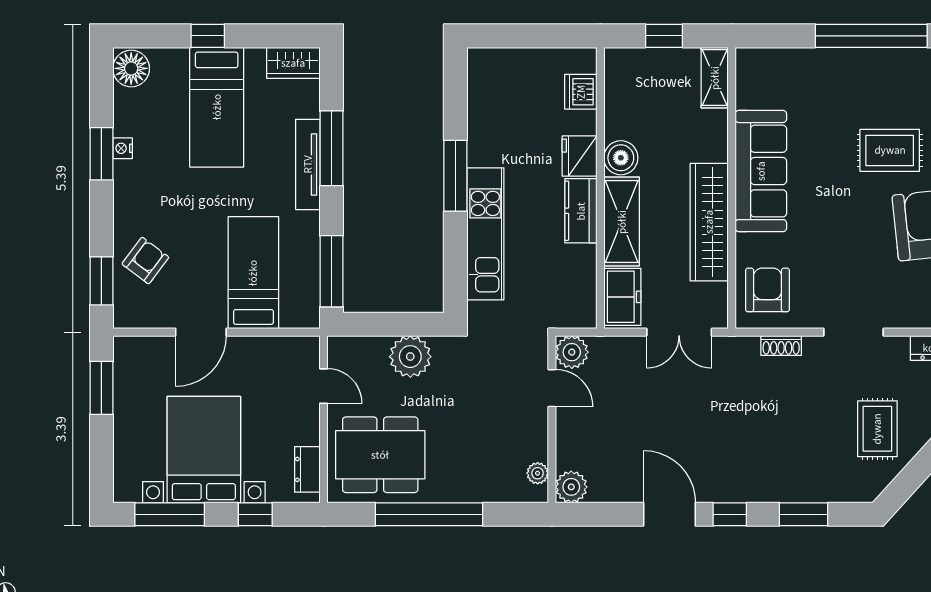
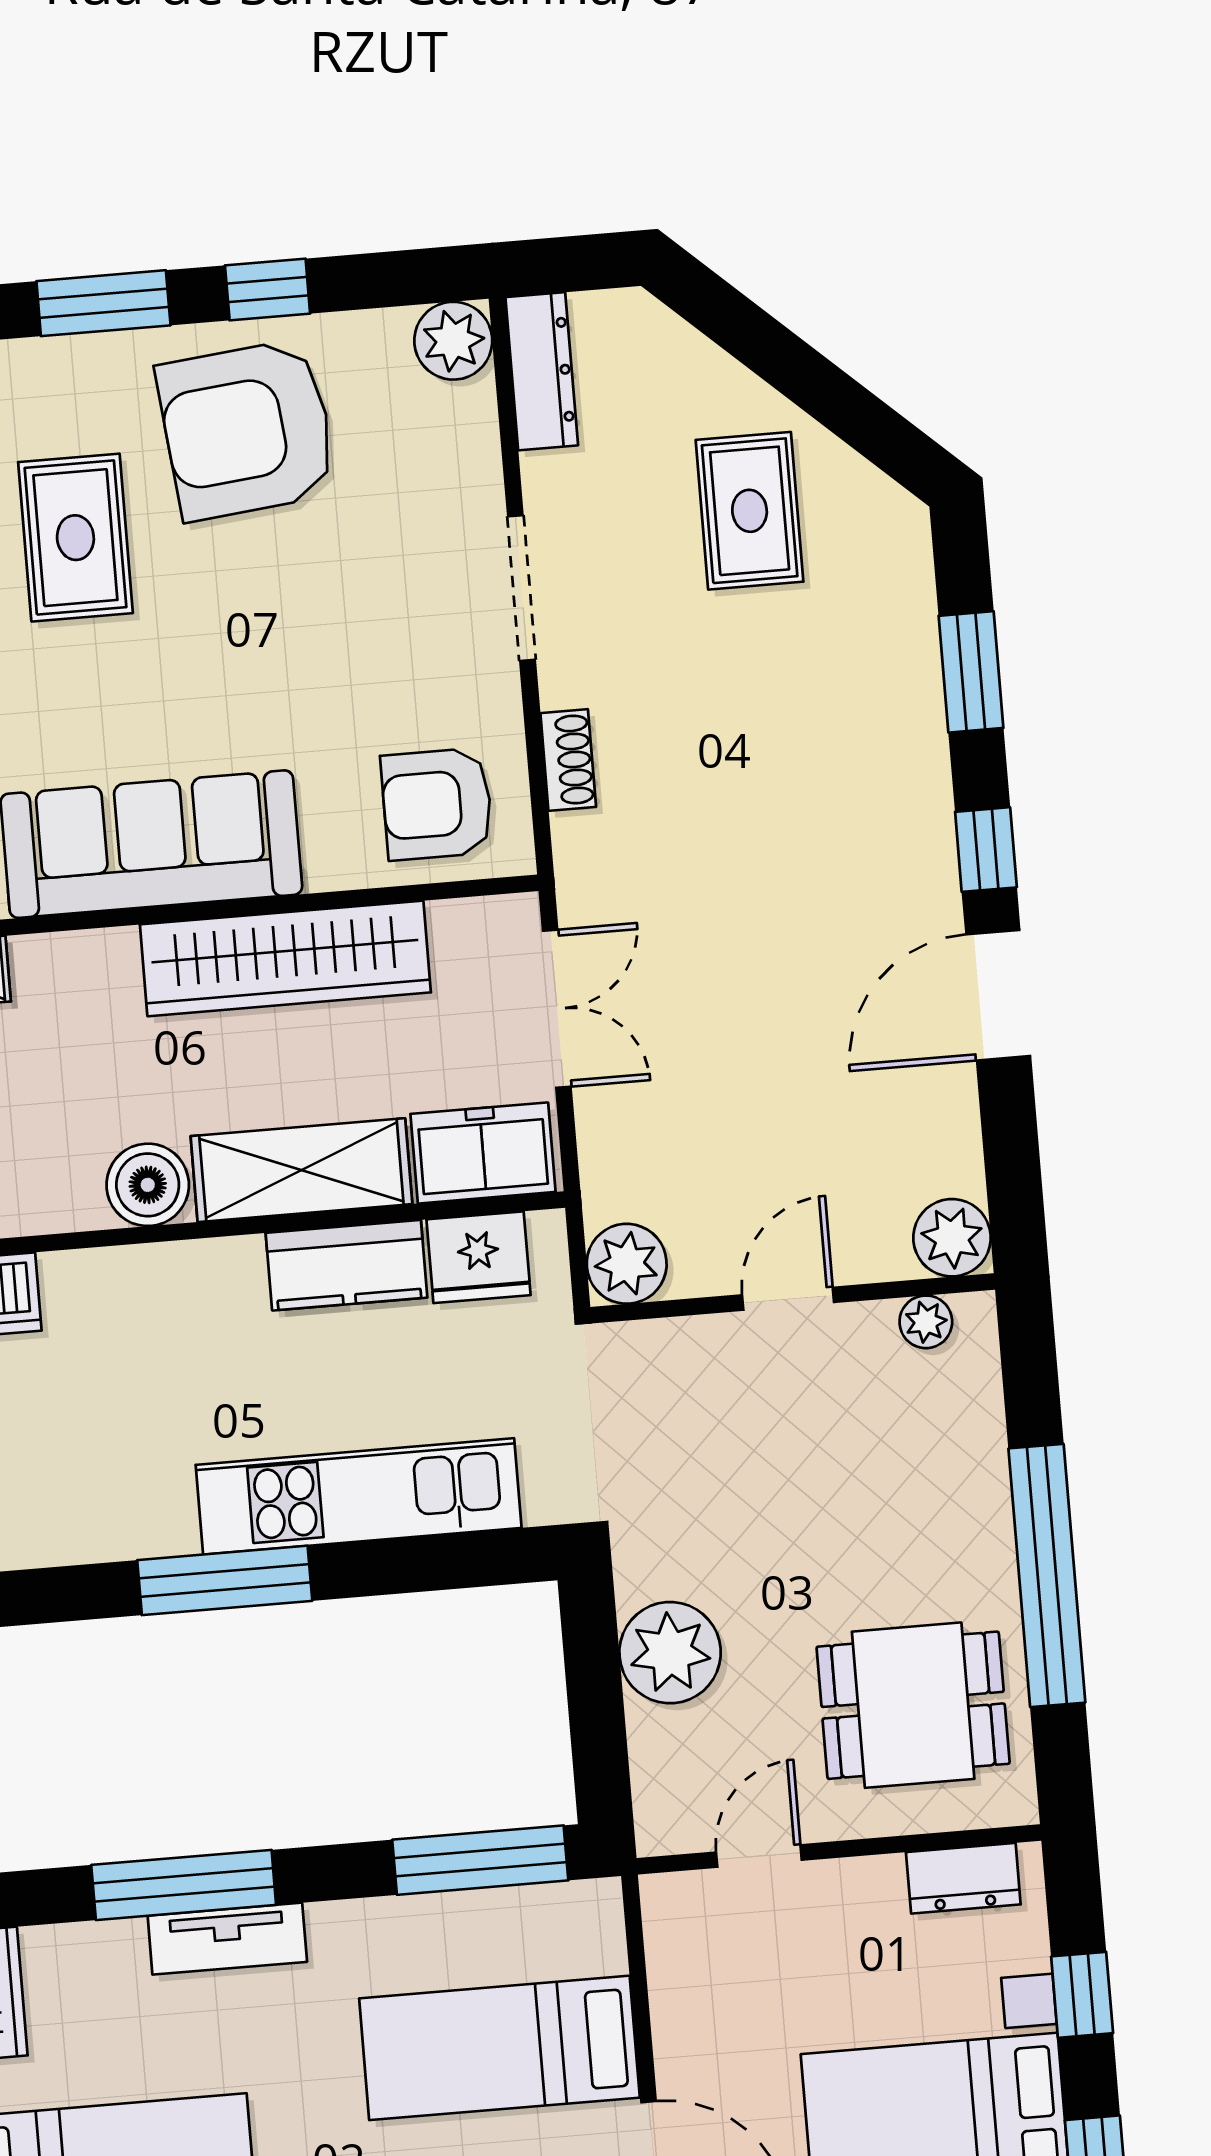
fridge: (580, 156) -> (479, 1257), moved
tv unit: (308, 164) -> (227, 1939), width x0.71
kitchen counter: (581, 211) -> (347, 1265), moved
door: (552, 388) -> (788, 1299), moved
rug: (877, 429) -> (750, 511), turned 90
dining table: (380, 455) -> (913, 1705), width x0.73

